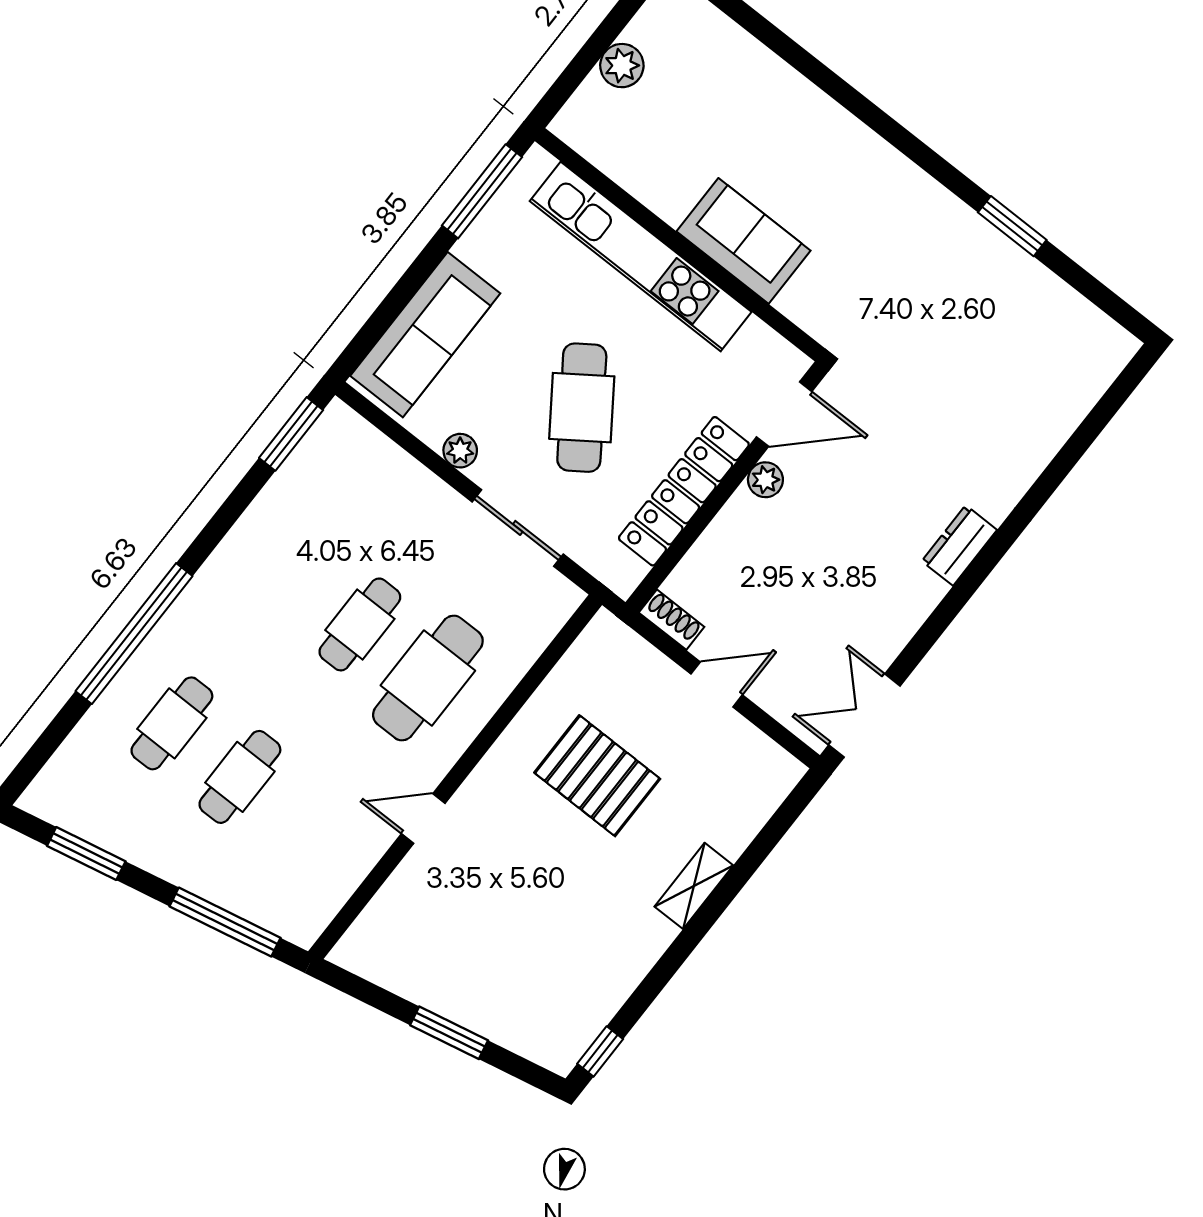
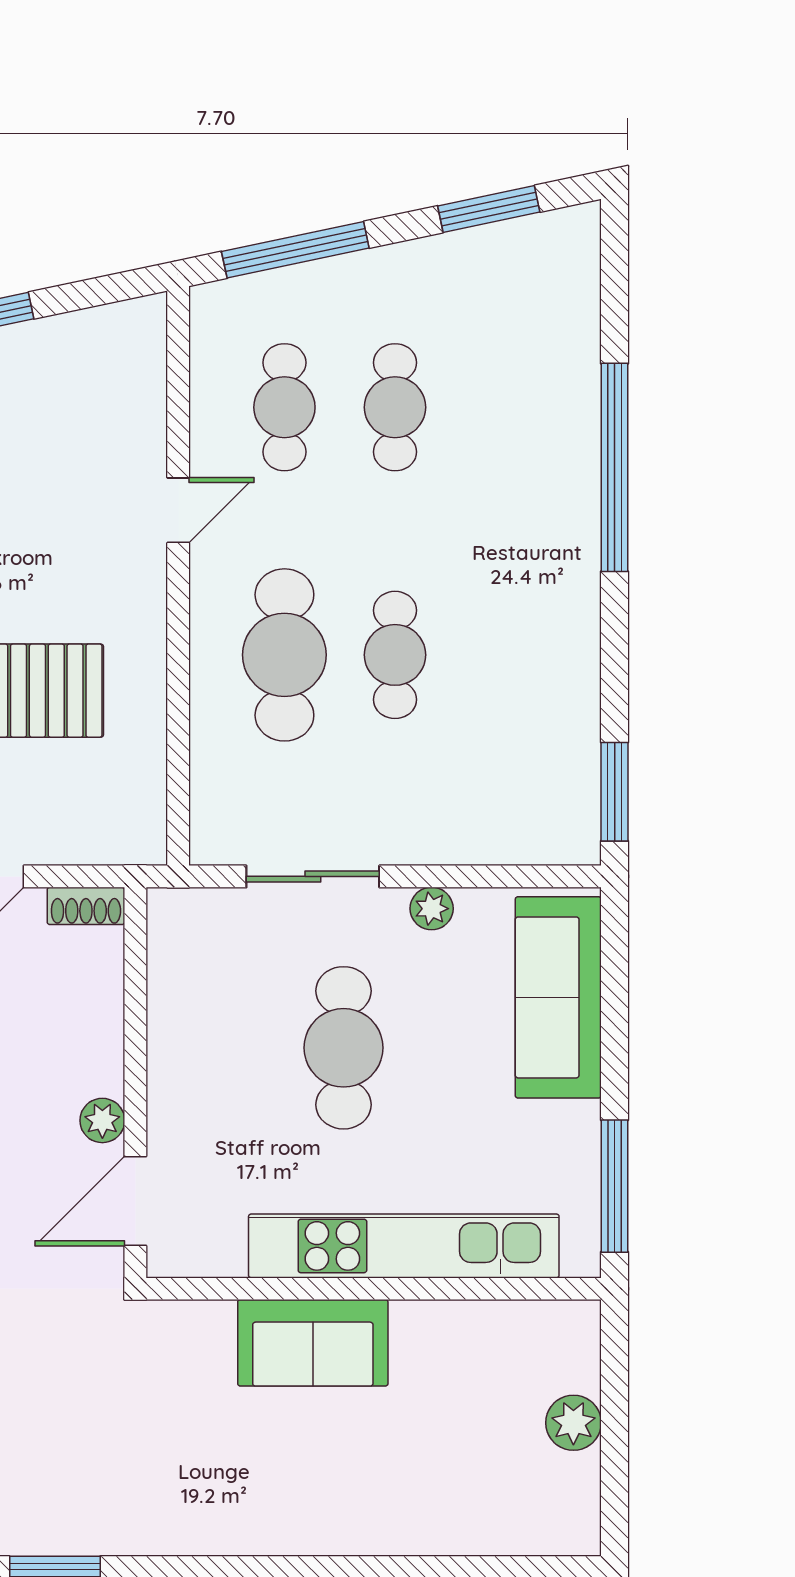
cafe table: (582, 408) -> (344, 1048), turned 35
locker: (684, 491) -> (175, 1045), removed
cafe table: (172, 723) -> (284, 407), moved

